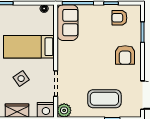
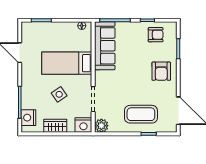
armchair: (119, 18) -> (156, 35), turned 180
sofa: (68, 23) -> (105, 46), width x1.36

